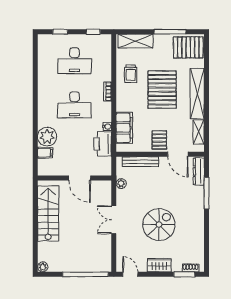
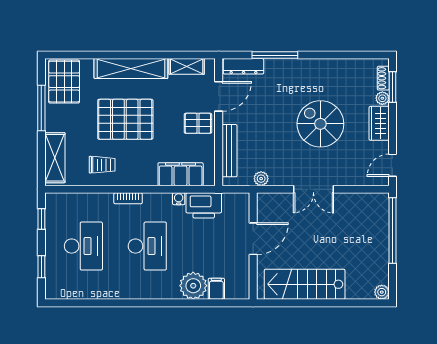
plant: (177, 267) -> (382, 98), added

